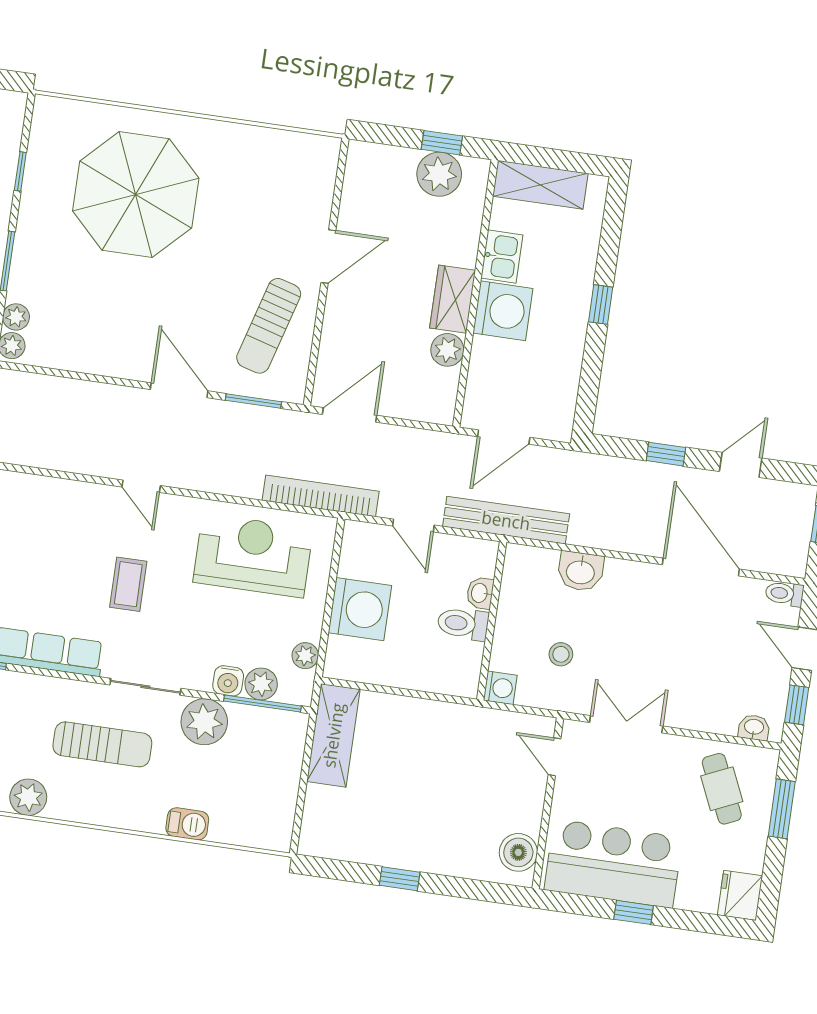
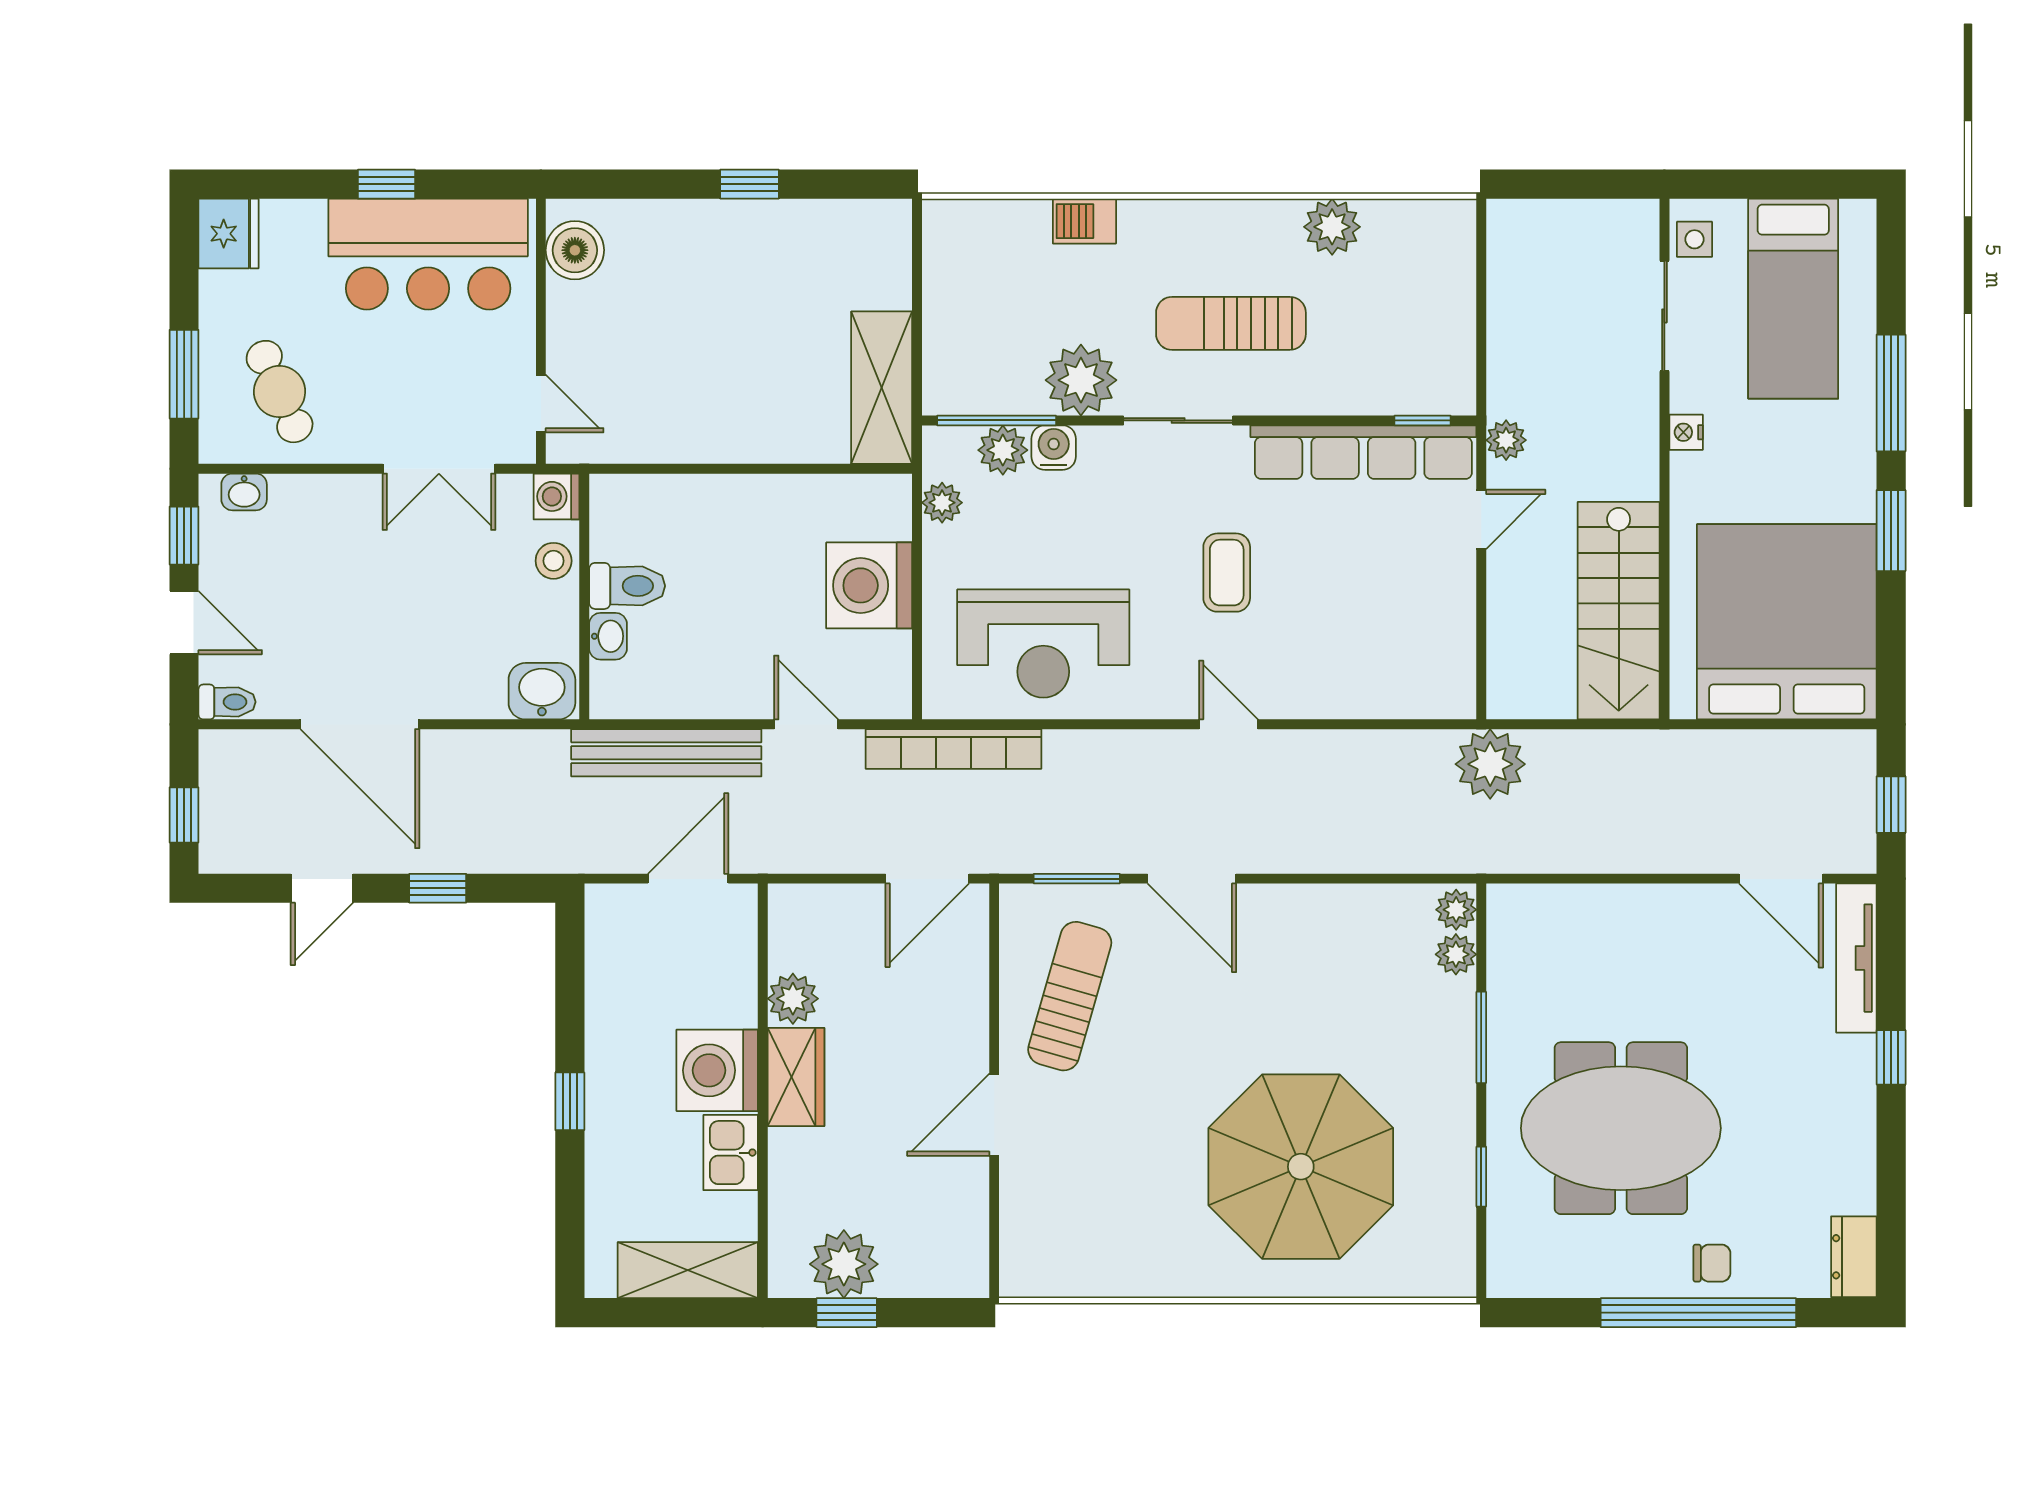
washbasin: (480, 593) -> (608, 636), moved
wall: (492, 621) -> (584, 597), moved
toilet: (463, 624) -> (627, 586), moved
washing machine: (500, 688) -> (557, 496), moved

